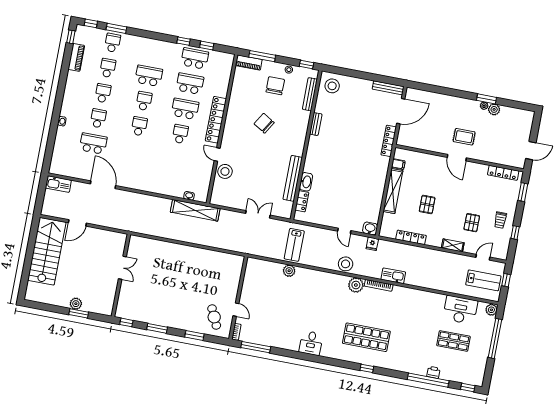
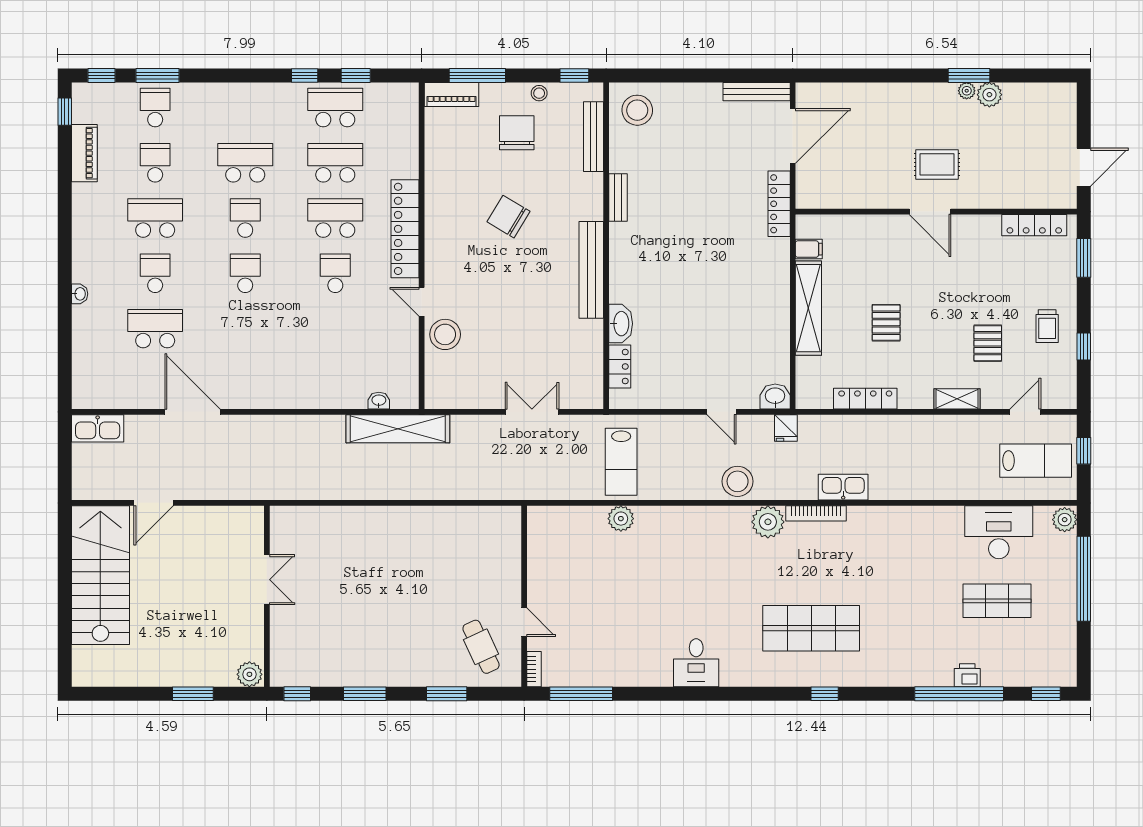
school desk: (103, 93) -> (155, 218), width x1.85
bench: (293, 178) -> (591, 270), moved
plant: (76, 304) -> (249, 674), moved

